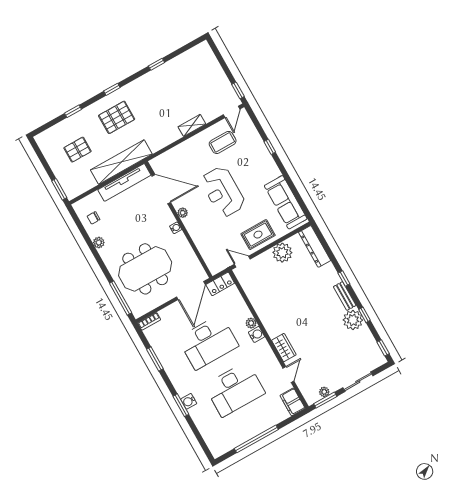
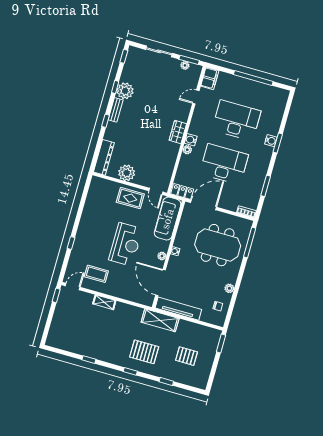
shelving: (121, 162) -> (160, 320), width x0.68
sofa: (286, 202) -> (168, 219), moved, turned 180
wardrobe: (284, 348) -> (178, 132), moved

